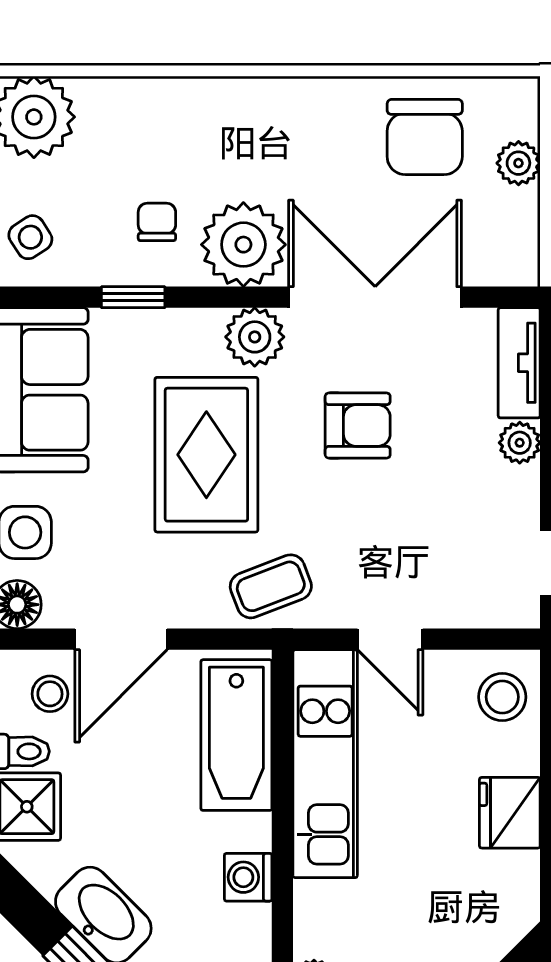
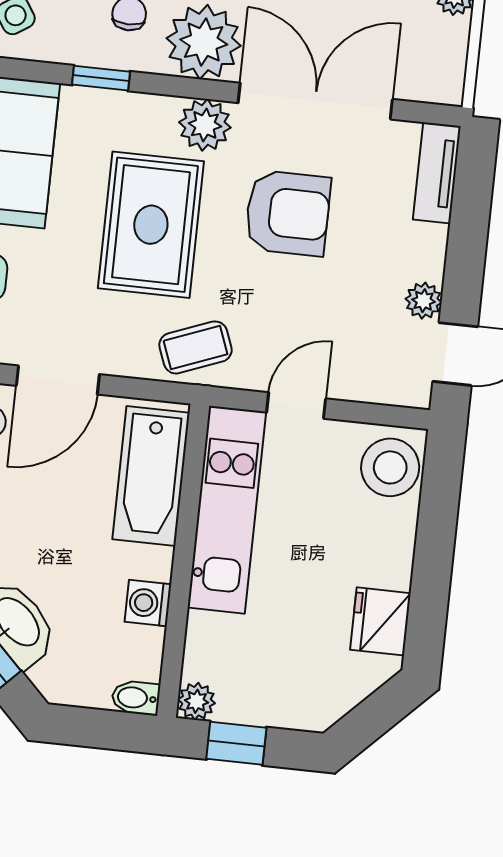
armchair: (358, 426) -> (288, 213), width x1.38, depth x1.38
plant: (520, 443) -> (424, 301), moved
door: (390, 639) -> (296, 405), swing flipped
stool: (502, 697) -> (390, 467), width x1.38, depth x1.38
fridge: (510, 813) -> (380, 621), moved

